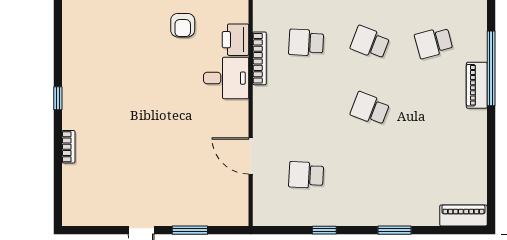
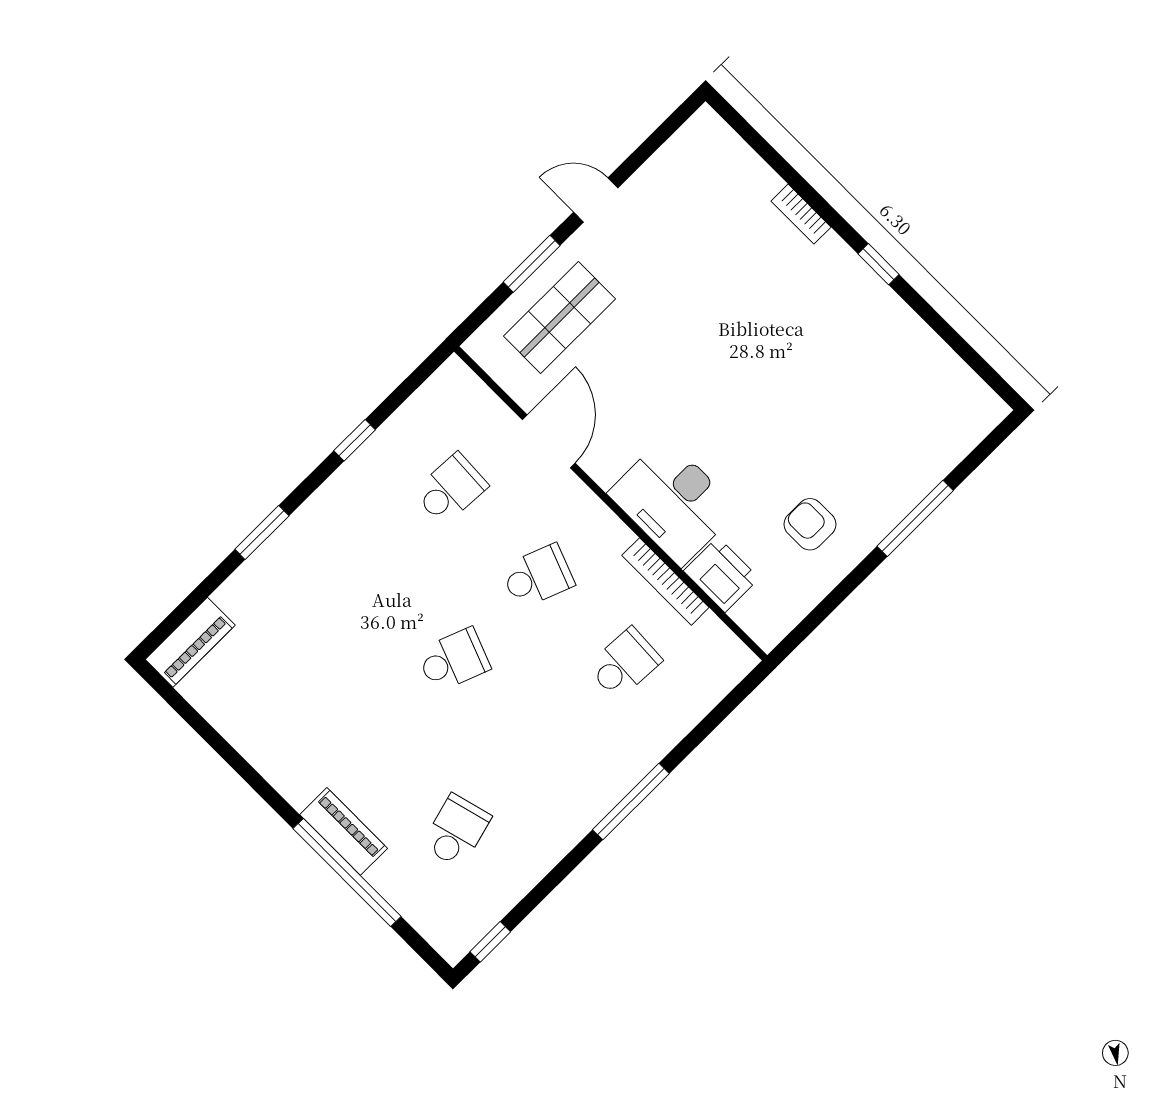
school desk: (370, 43) -> (538, 576), moved
desk: (226, 78) -> (673, 501), width x1.37
door: (251, 156) -> (549, 441), hinge flipped
shop shelf: (200, 199) -> (559, 317), added

